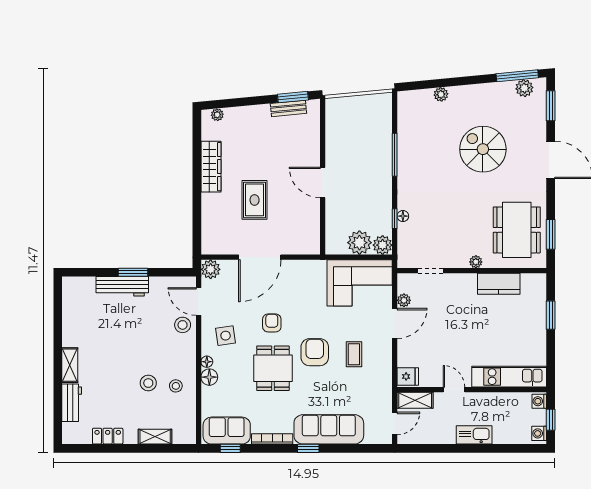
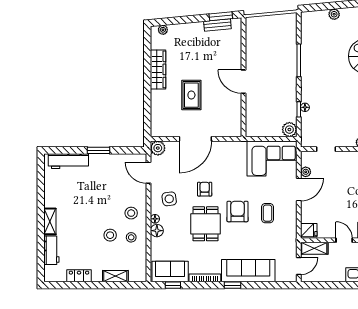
plant: (359, 243) -> (272, 128), removed
workbench: (122, 286) -> (68, 161), moved
stool: (183, 325) -> (131, 213), moved

